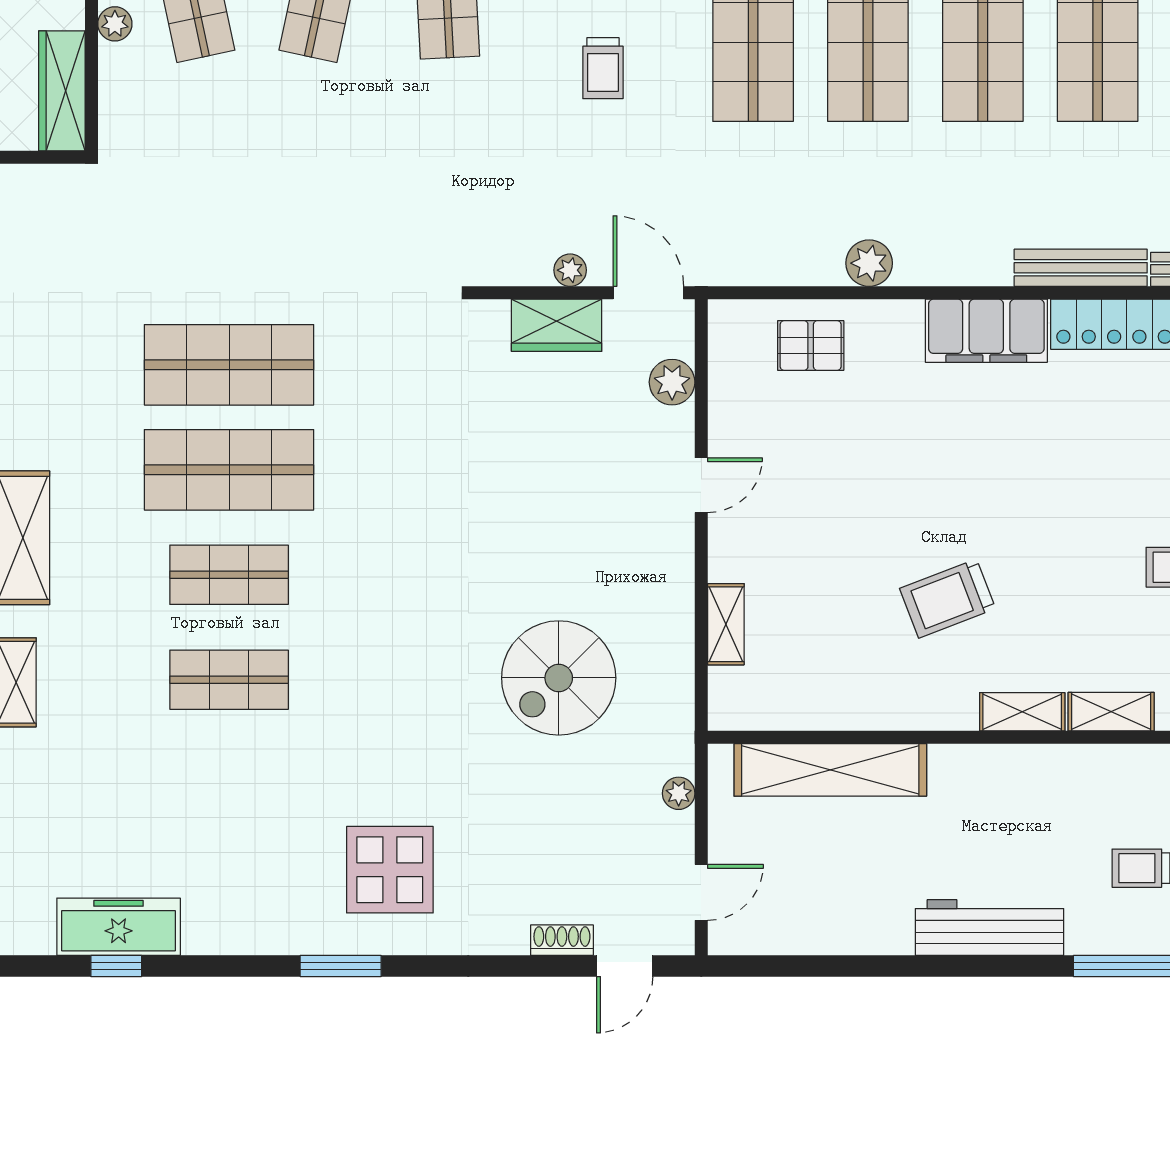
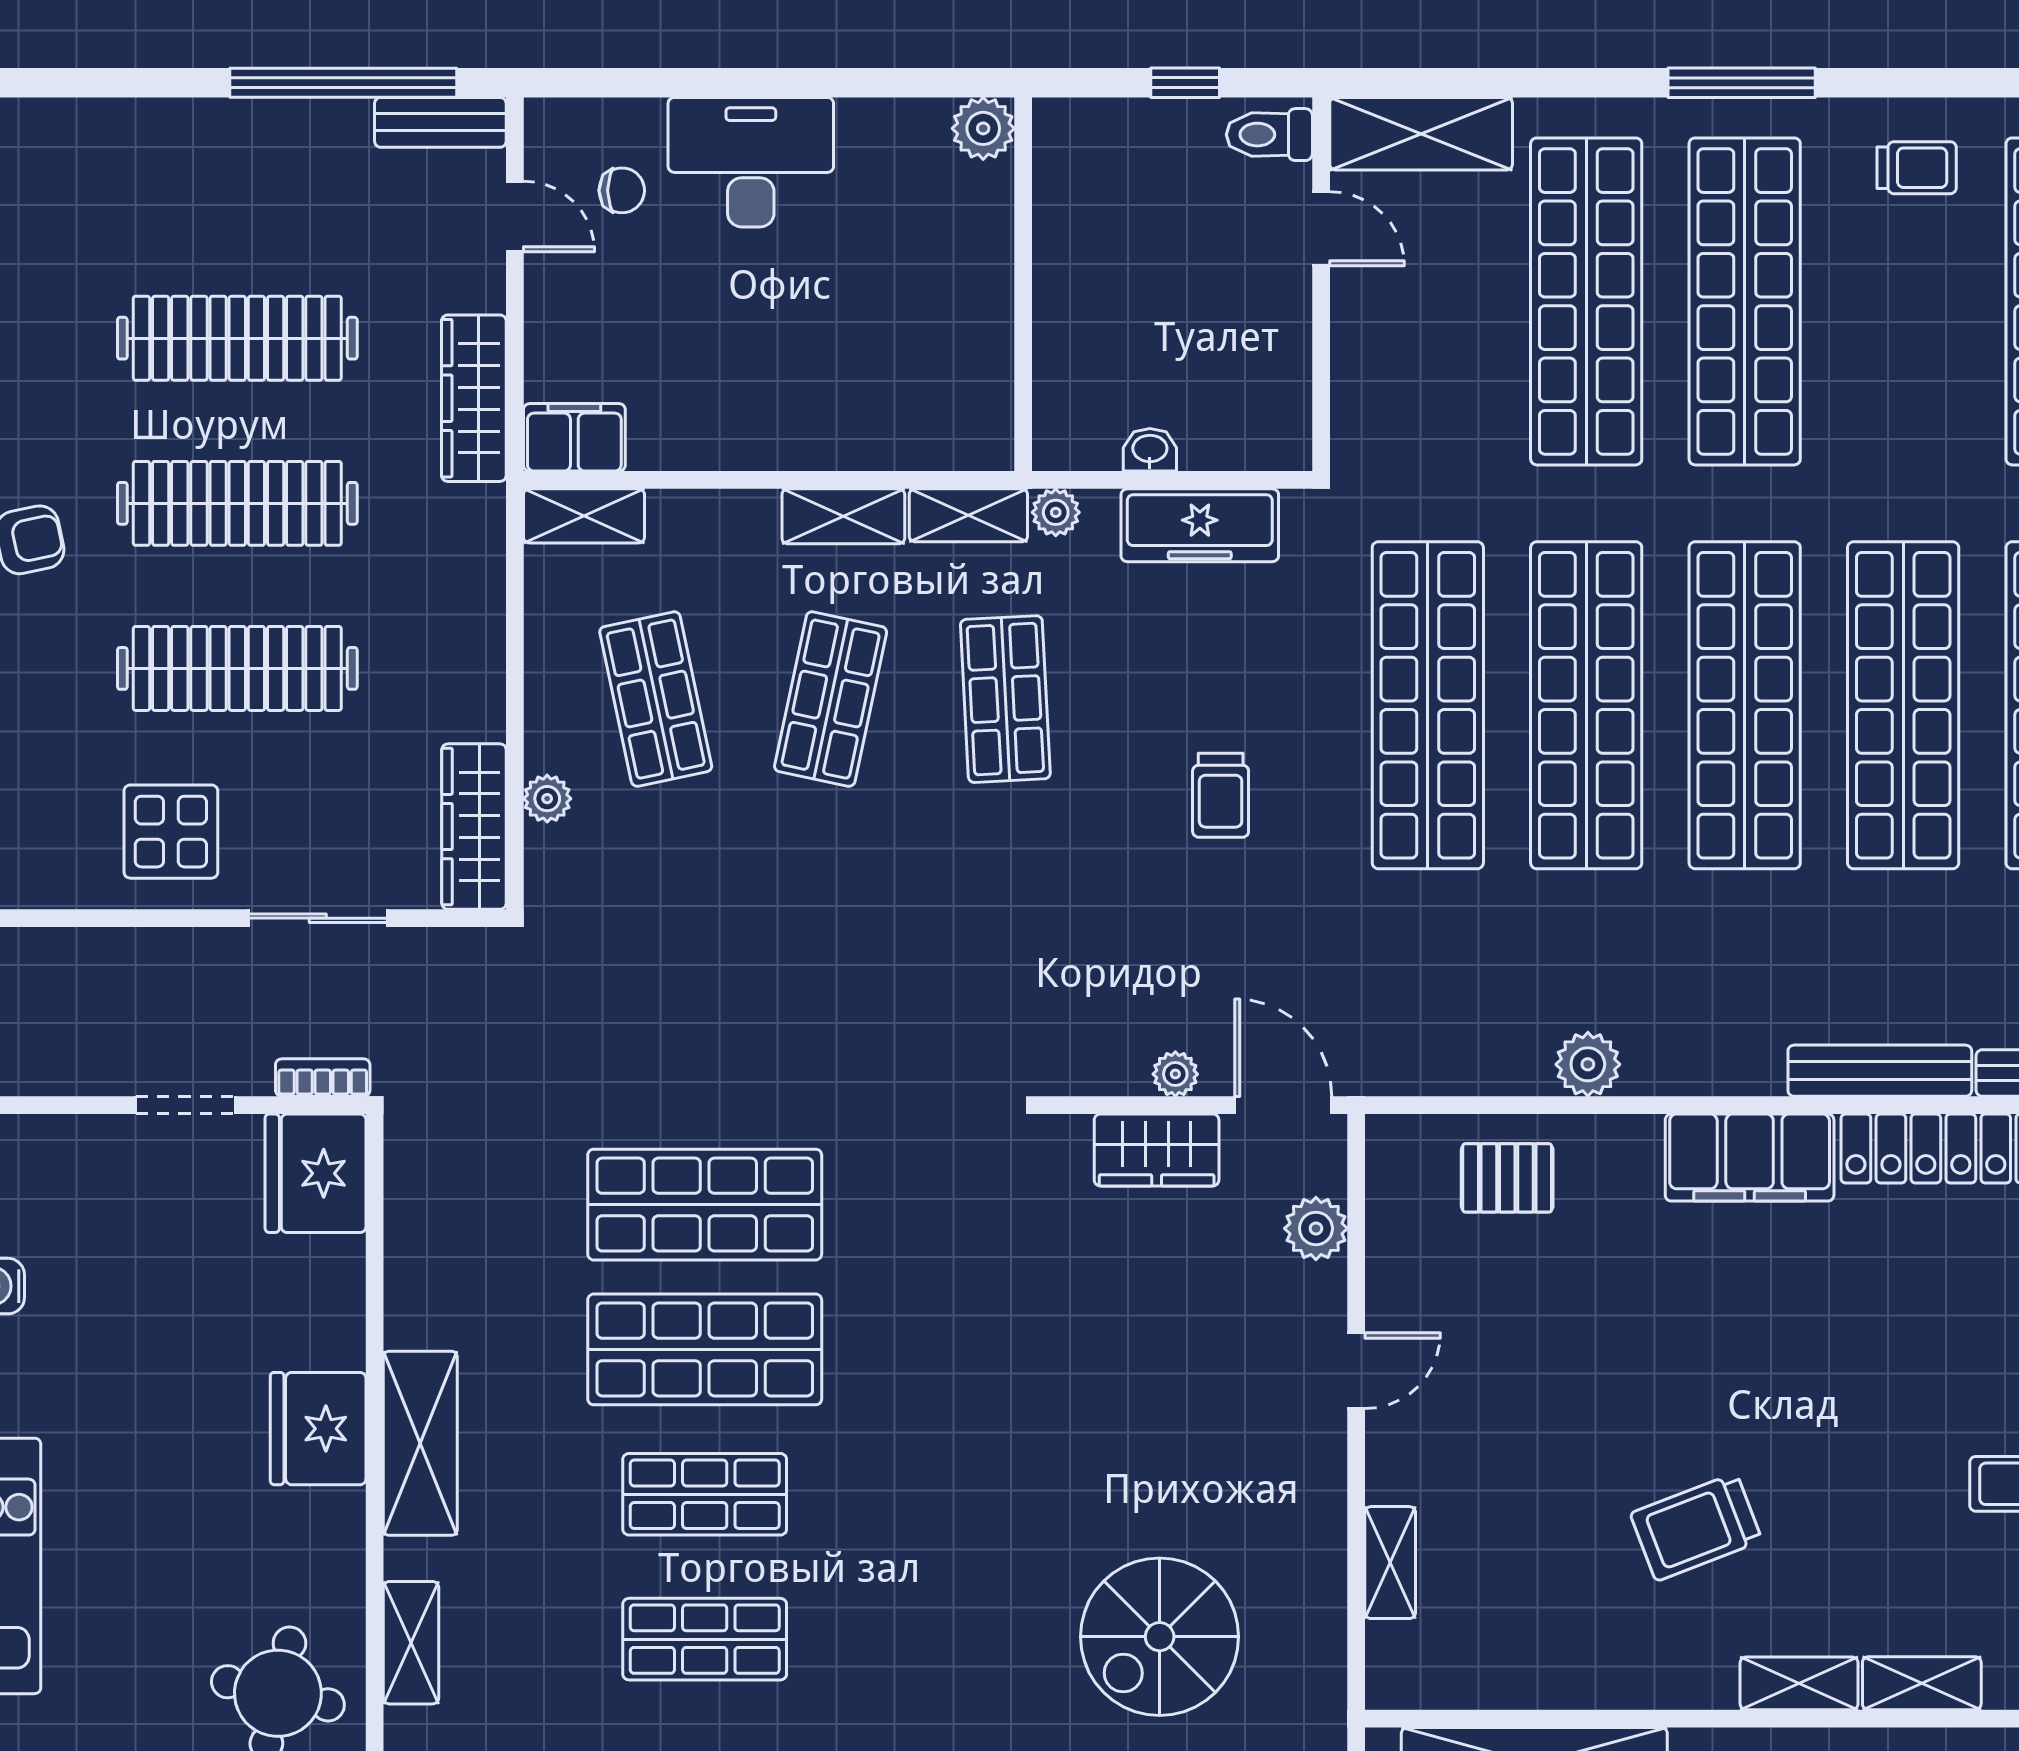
plant: (115, 24) -> (547, 799), moved

